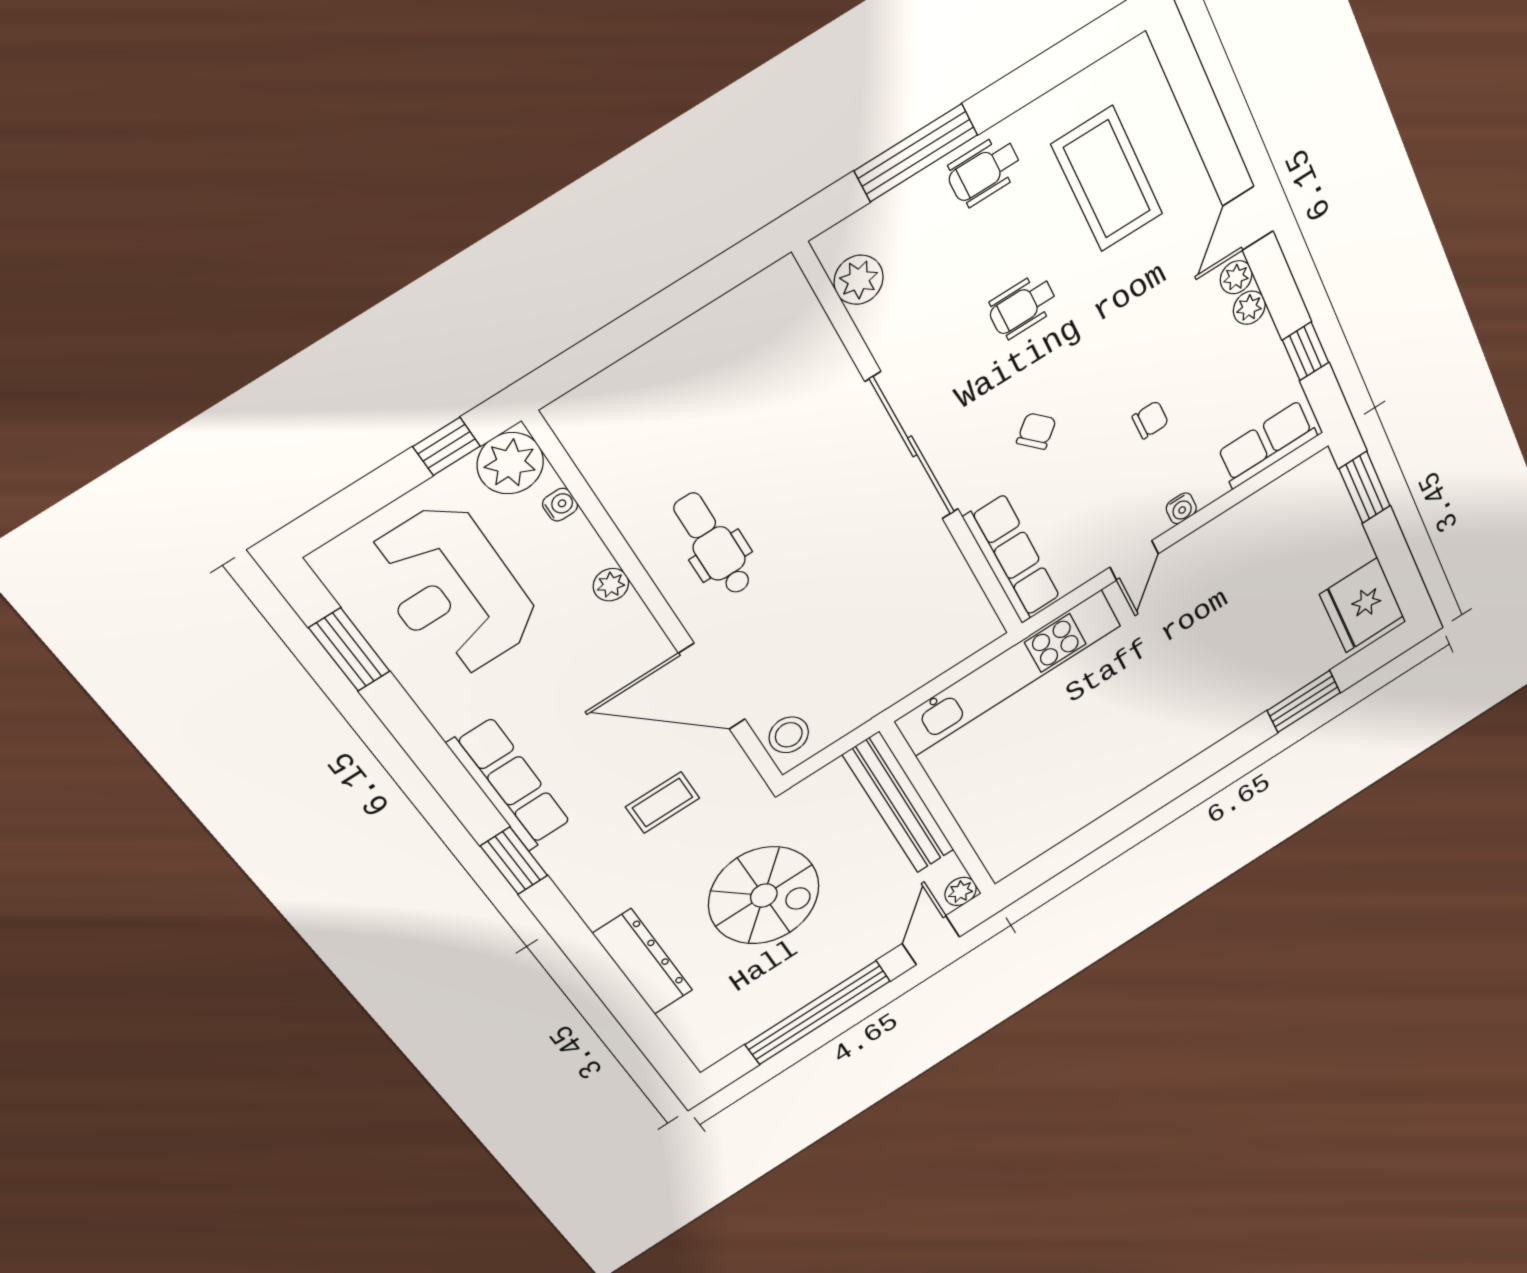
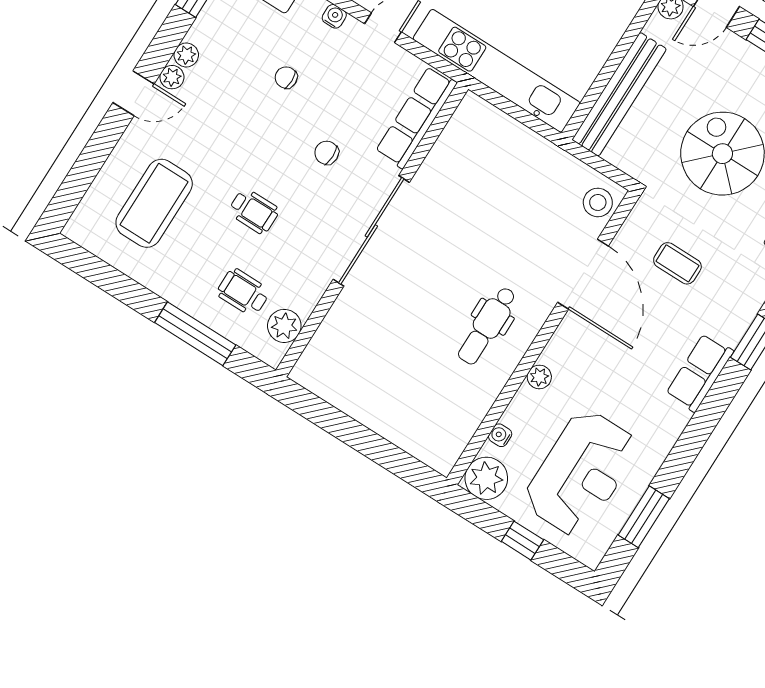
wheelchair: (984, 171) -> (243, 292), moved, turned 180
chair: (1036, 431) -> (327, 153), turned 43
window: (447, 446) -> (522, 541), moved
row of seats: (510, 784) -> (700, 373), width x0.68

